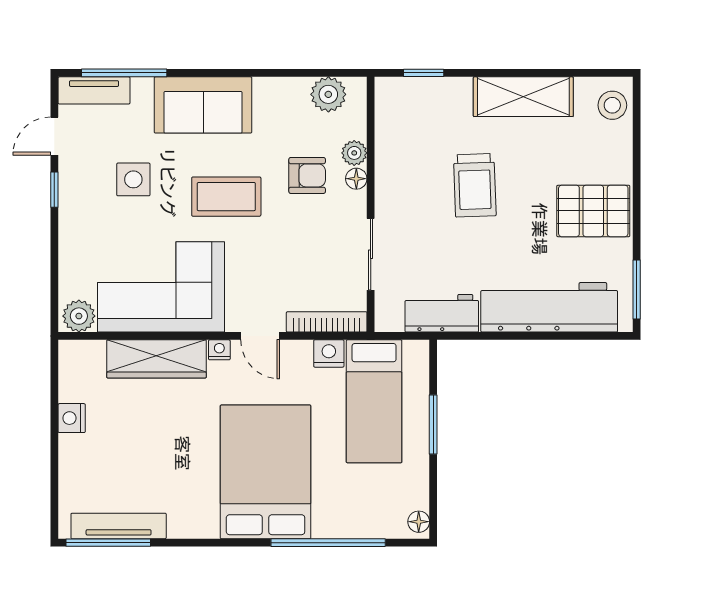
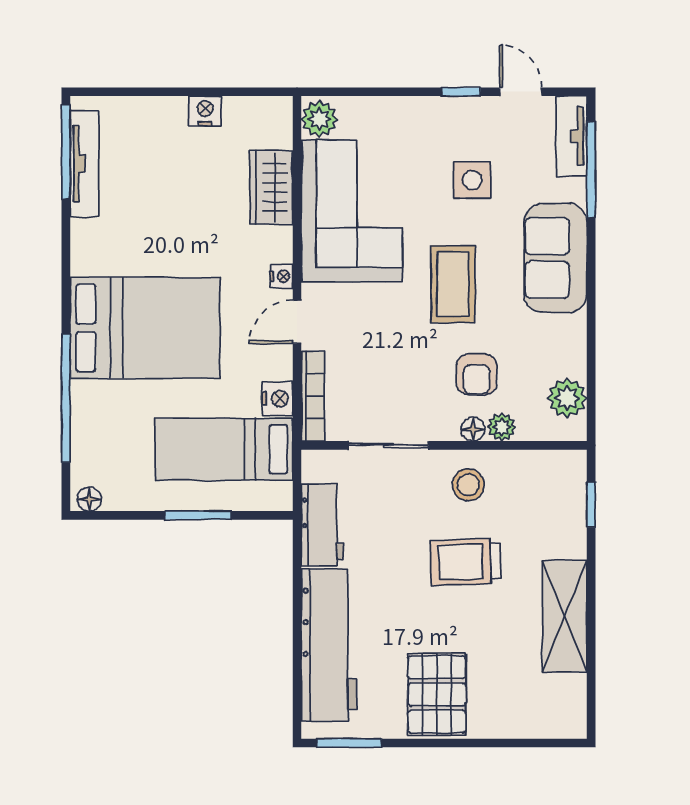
stool: (612, 105) -> (468, 485), moved
wardrobe: (156, 359) -> (271, 187), width x0.67

